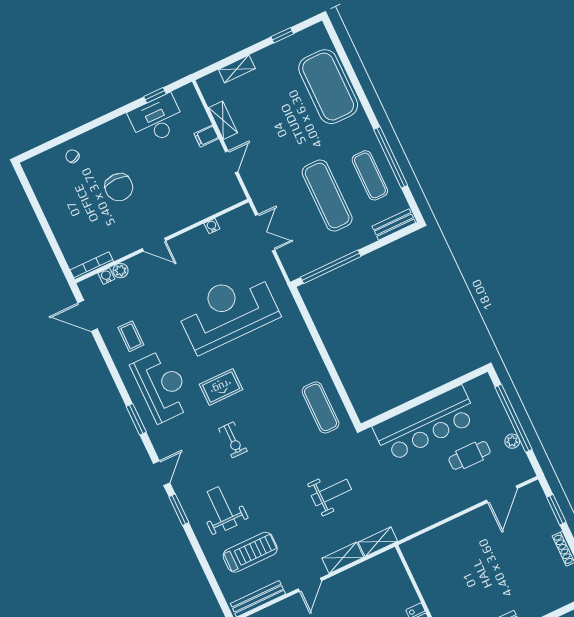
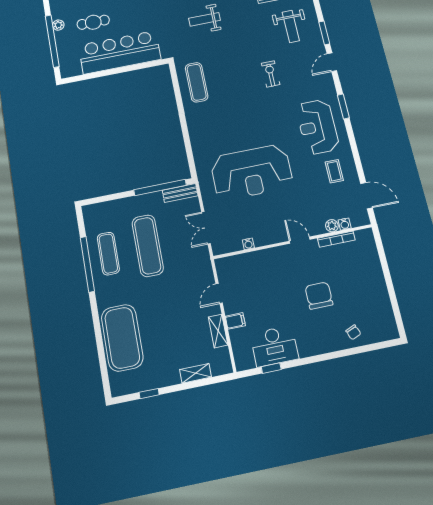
bench: (394, 224) -> (180, 193), moved
bookcase: (92, 266) -> (336, 239), moved
rug: (221, 387) -> (271, 115), removed

